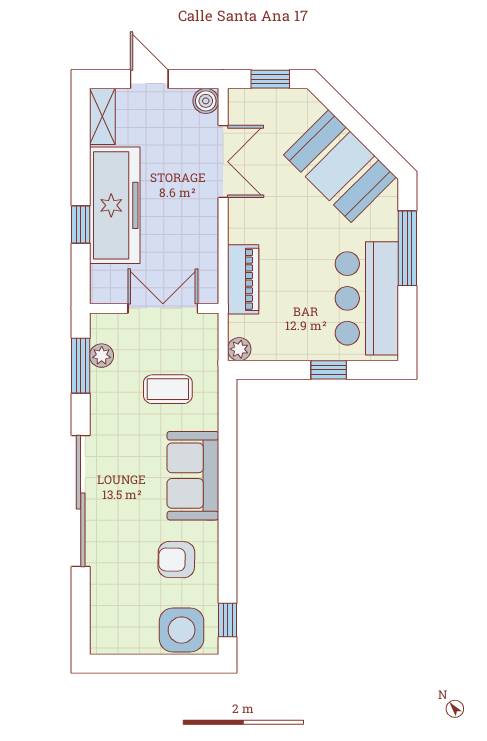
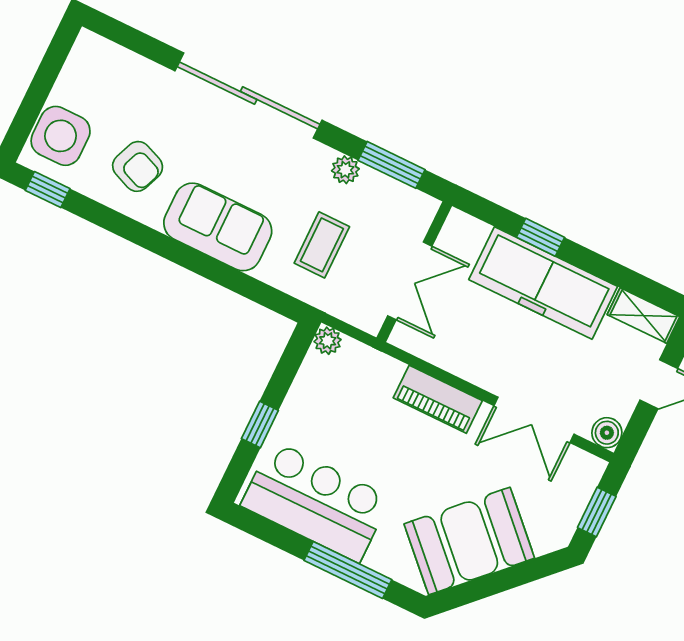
piano: (243, 279) -> (438, 399), moved
plant: (102, 356) -> (345, 170), moved
armchair: (176, 560) -> (138, 166), turned 111

